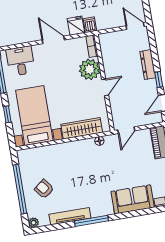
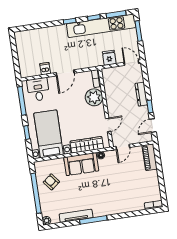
dishwasher: (90, 25) -> (45, 69), moved
fridge: (76, 26) -> (109, 58), moved
door: (53, 40) -> (65, 73), swing flipped
door: (105, 87) -> (108, 125), moved
armchair: (44, 189) -> (51, 182), moved
sofa: (133, 199) -> (81, 164), moved, turned 180

